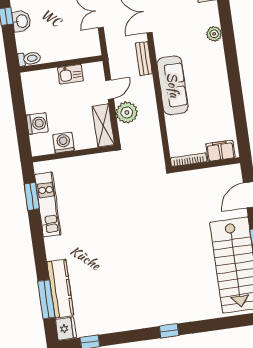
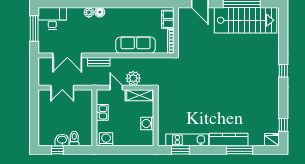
floor lamp: (217, 50) -> (100, 12), added
toilet: (29, 59) -> (74, 138), moved
sofa: (173, 85) -> (136, 45), moved
washing machine: (37, 123) -> (106, 139), moved
kitchen counter: (60, 289) -> (229, 139), moved
window: (46, 299) -> (240, 150), moved

